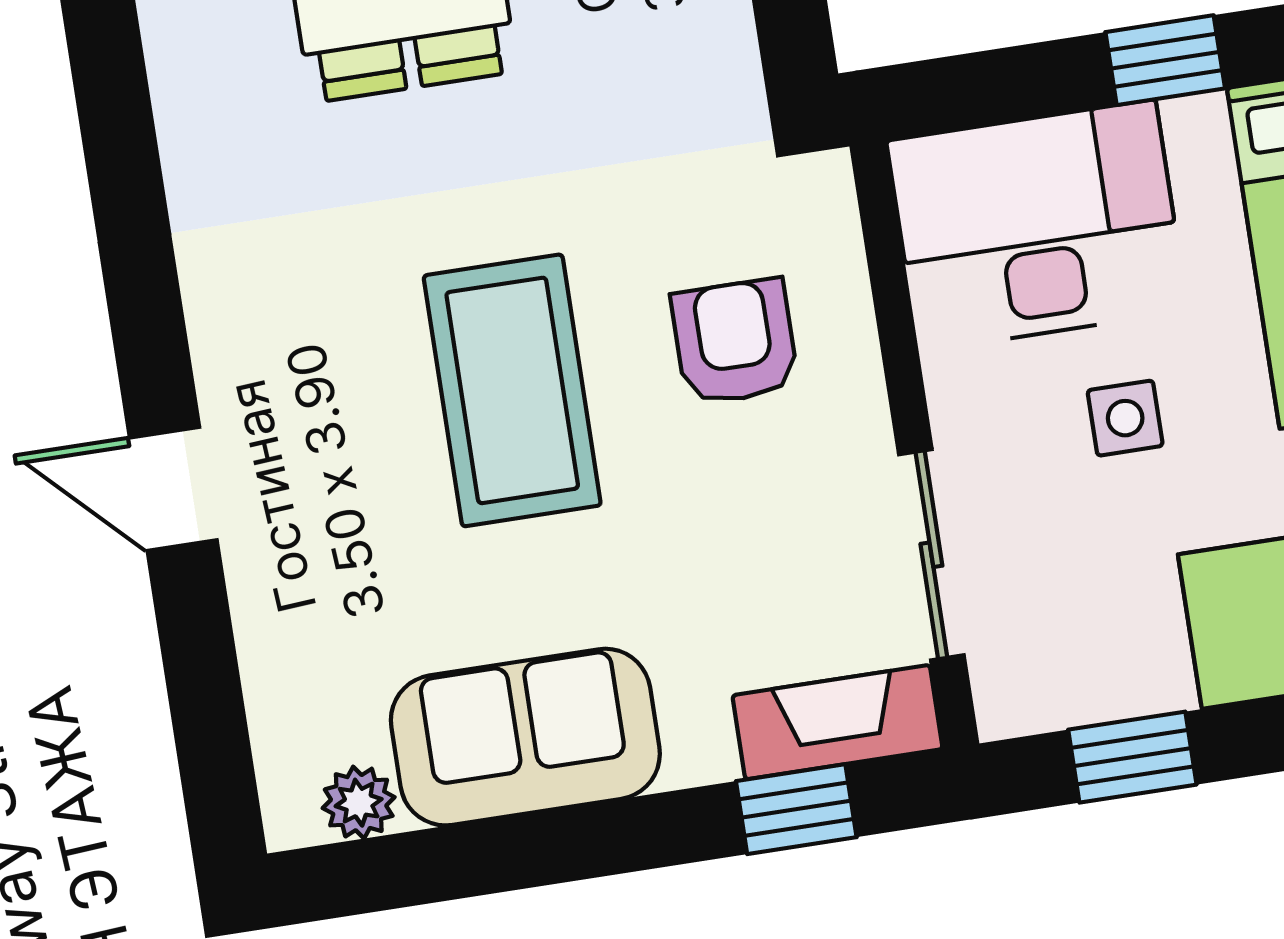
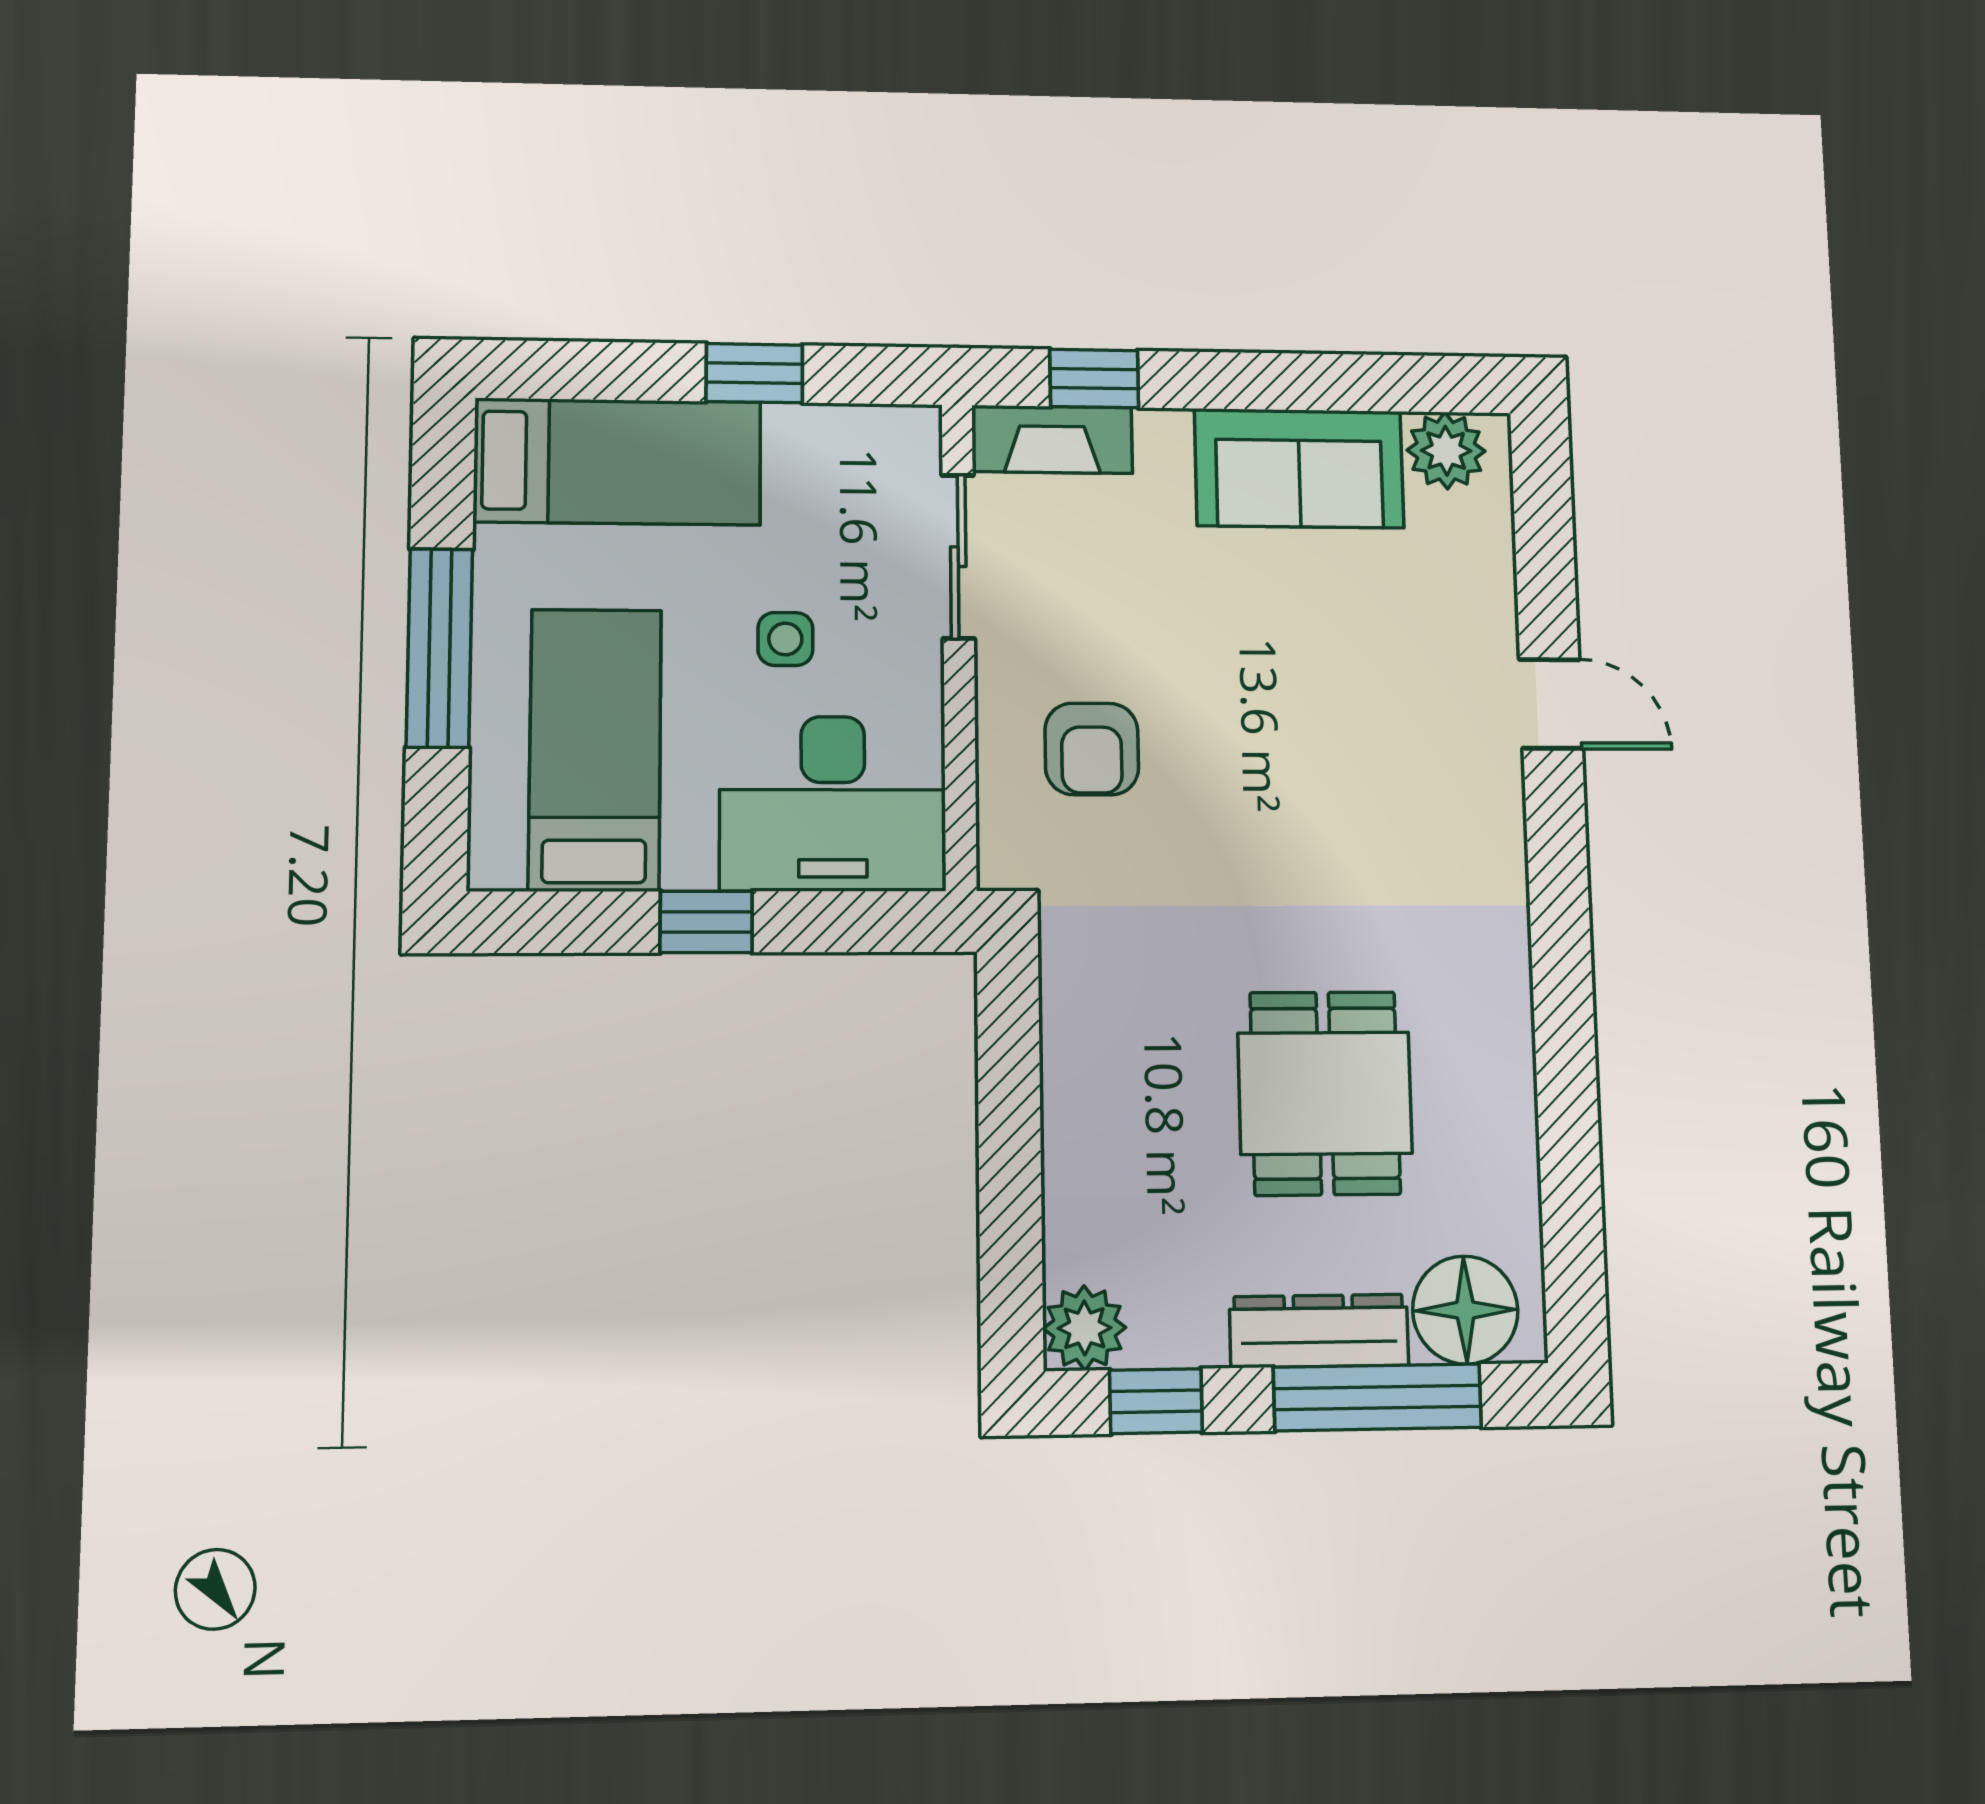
coffee table: (512, 390) -> (1275, 738), removed
window: (1132, 757) -> (754, 373), moved
plant: (359, 803) -> (1446, 451), width x1.38, depth x1.38

